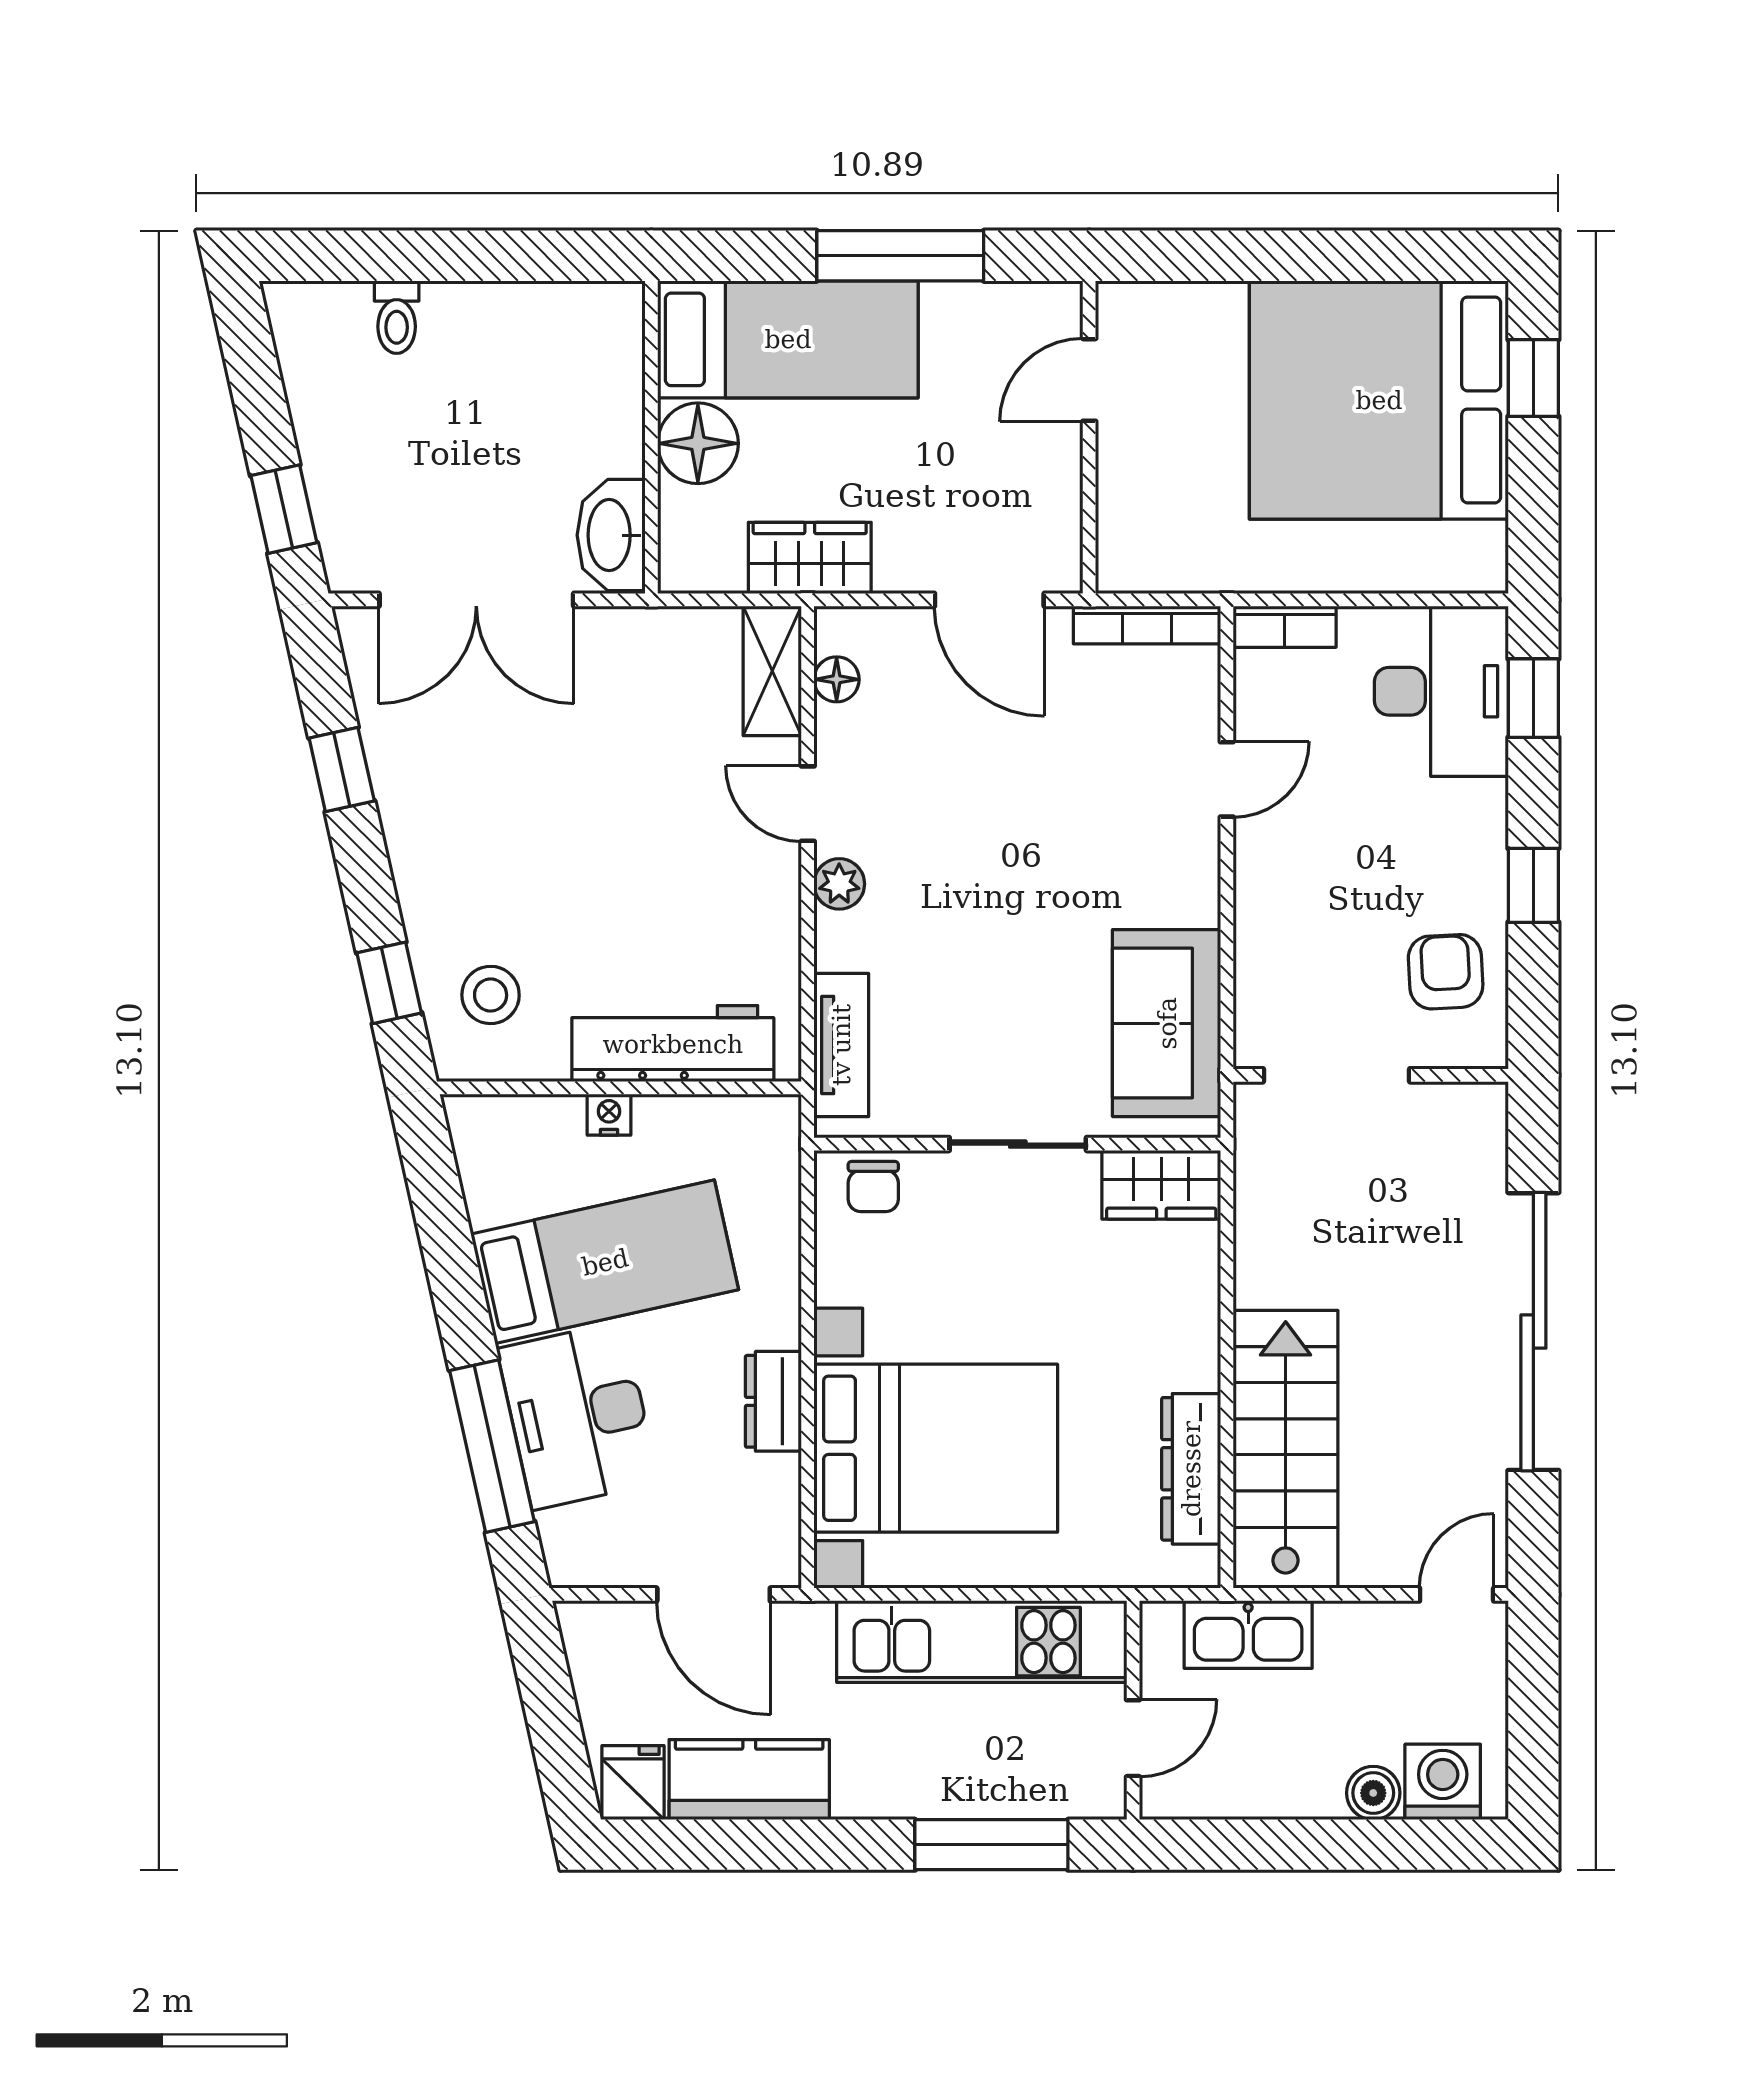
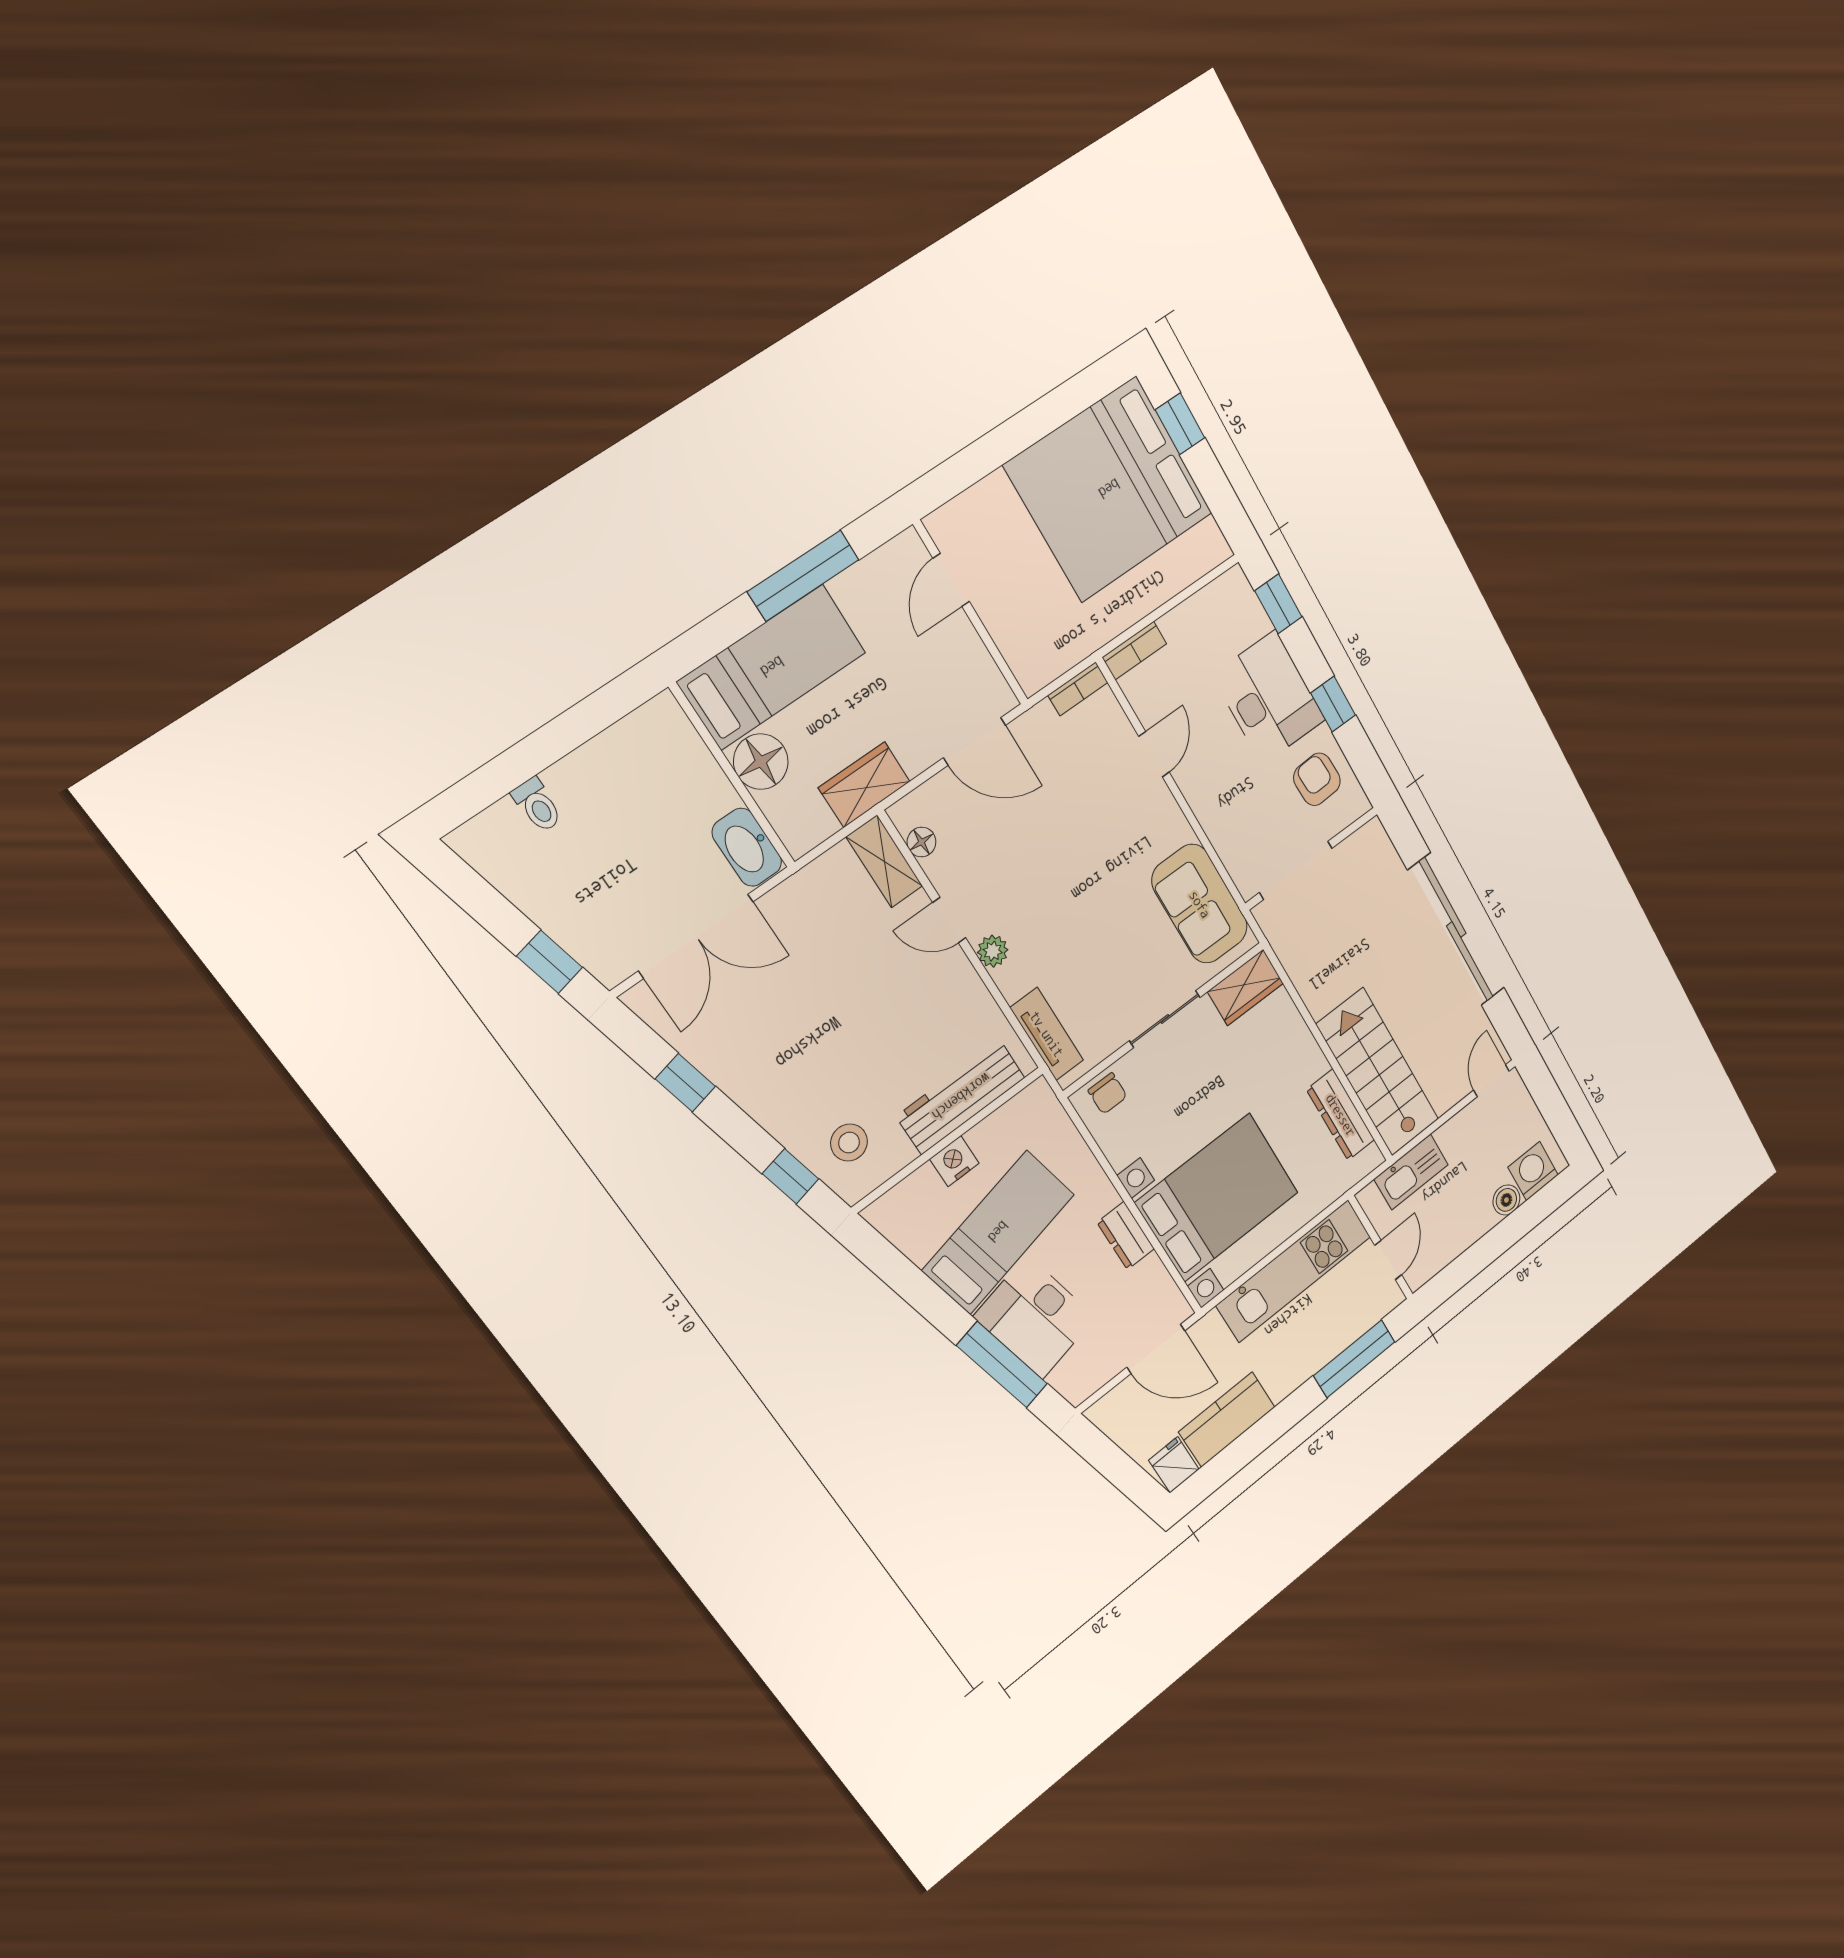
bookcase: (1147, 625) -> (1078, 689), width x0.64
desk: (1441, 691) -> (1269, 698), moved
nightstand: (609, 1115) -> (954, 1161), width x1.39, depth x1.35

